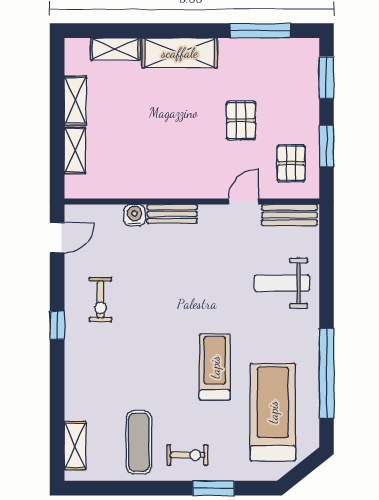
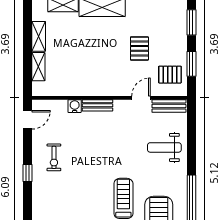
pallet: (291, 163) -> (170, 75), turned 90

